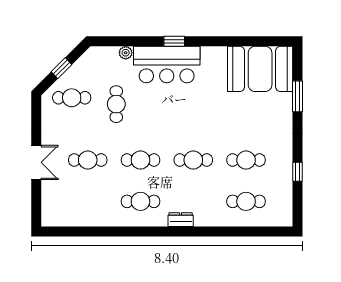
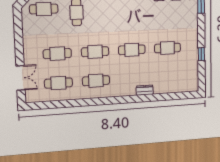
double door: (36, 162) -> (21, 78), moved
cafe table: (246, 201) -> (58, 83), moved
dresser: (181, 220) -> (145, 90), moved

